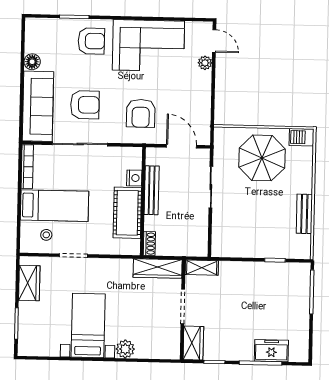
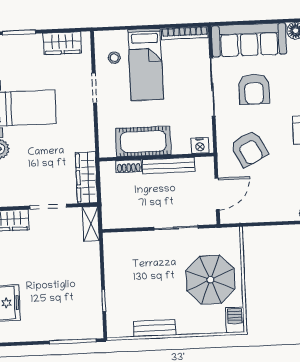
armchair: (141, 113) -> (249, 149), turned -117
nightstand: (134, 178) -> (200, 146), moved
shoe rack: (149, 244) -> (129, 166), moved

